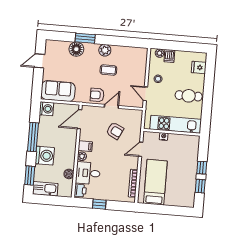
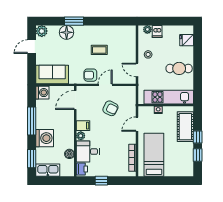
plant: (105, 50) -> (42, 31), moved
cot: (190, 156) -> (185, 127), added

